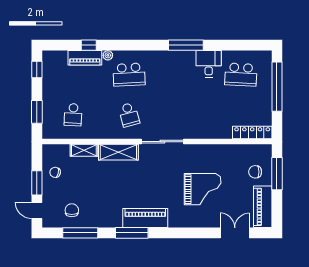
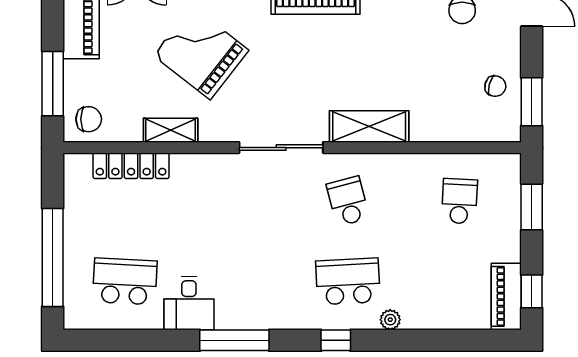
window: (89, 45) -> (336, 340), moved
piano: (85, 58) -> (506, 296), moved, turned -90
locker: (252, 133) -> (131, 166), moved
shelving: (84, 150) -> (171, 130), moved
chair: (255, 172) -> (89, 119), moved
window: (37, 183) -> (532, 102), moved
grand piano: (203, 189) -> (201, 53), turned 38

